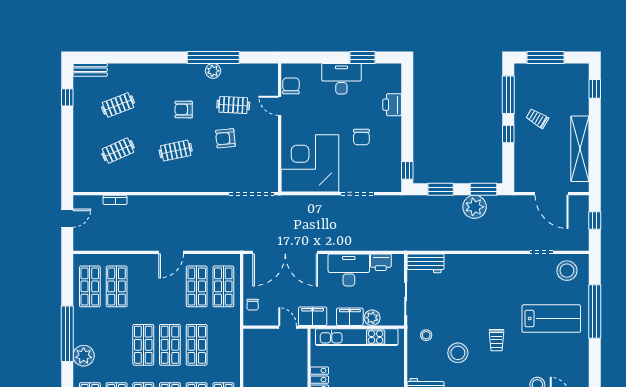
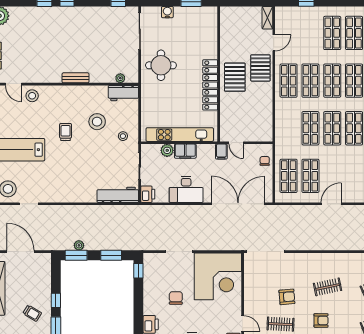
plant: (475, 207) -> (79, 245), width x0.53, depth x0.53
printer: (381, 262) -> (148, 194), moved, turned 90
workbench: (426, 263) -> (118, 195), width x1.38
filing cabinet: (313, 316) -> (221, 152), width x0.50

